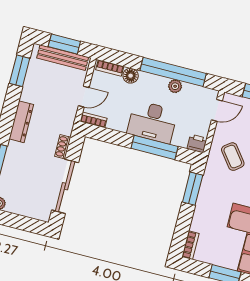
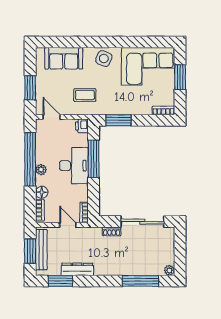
plant: (175, 86) -> (41, 170), moved
dresser: (21, 122) -> (77, 269), moved
coffee table: (233, 157) -> (85, 95), turned 38

